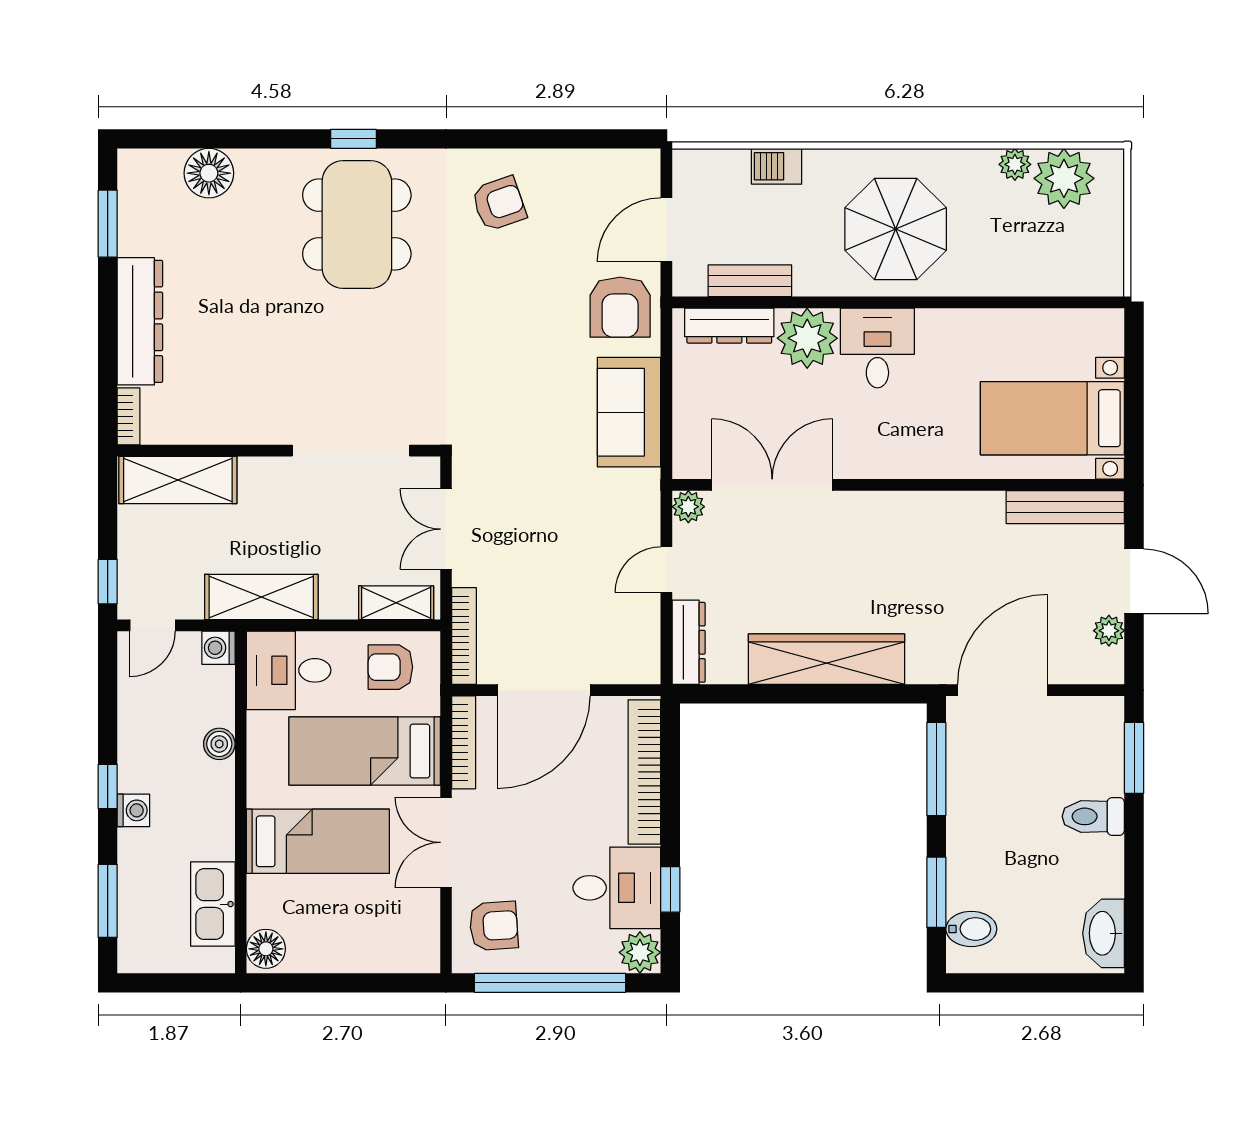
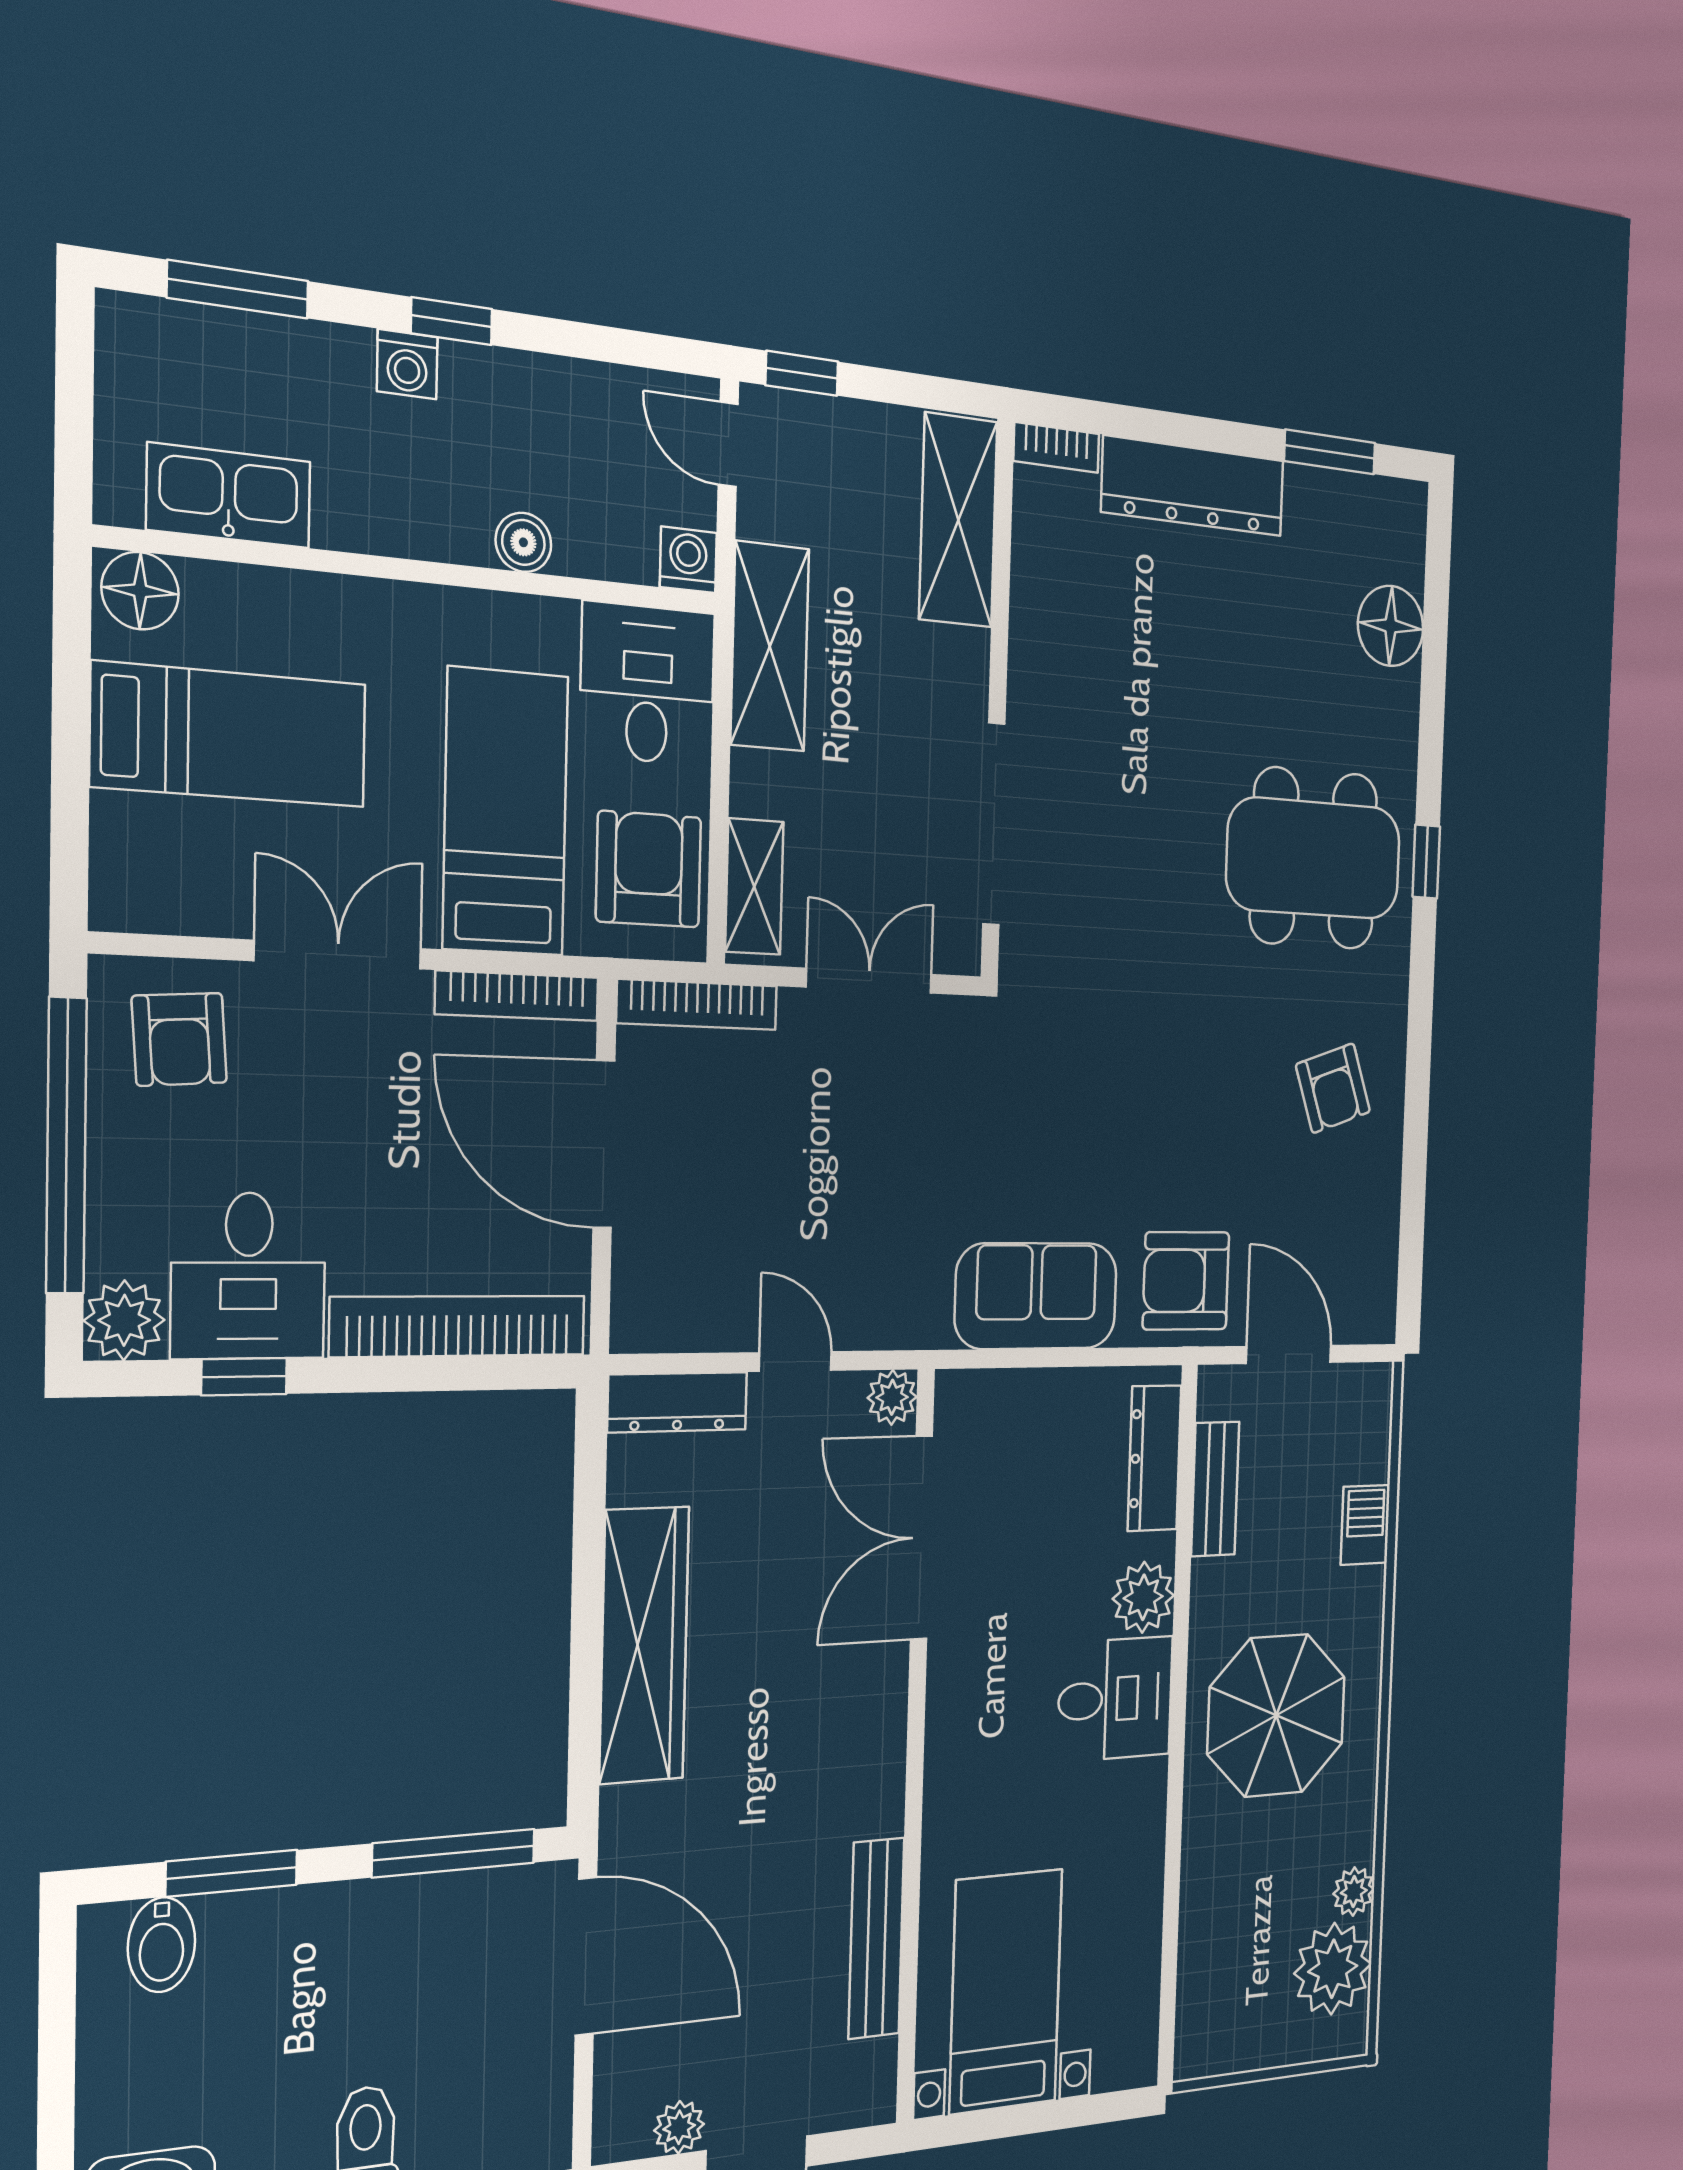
plant: (807, 338) -> (1143, 1597), width x0.73, depth x0.73
double door: (772, 485) -> (921, 1538), swing flipped
bench: (1065, 507) -> (876, 1938), moved
armchair: (390, 667) -> (649, 869), width x1.38, depth x1.38
bed: (318, 841) -> (230, 735), moved, turned -90

